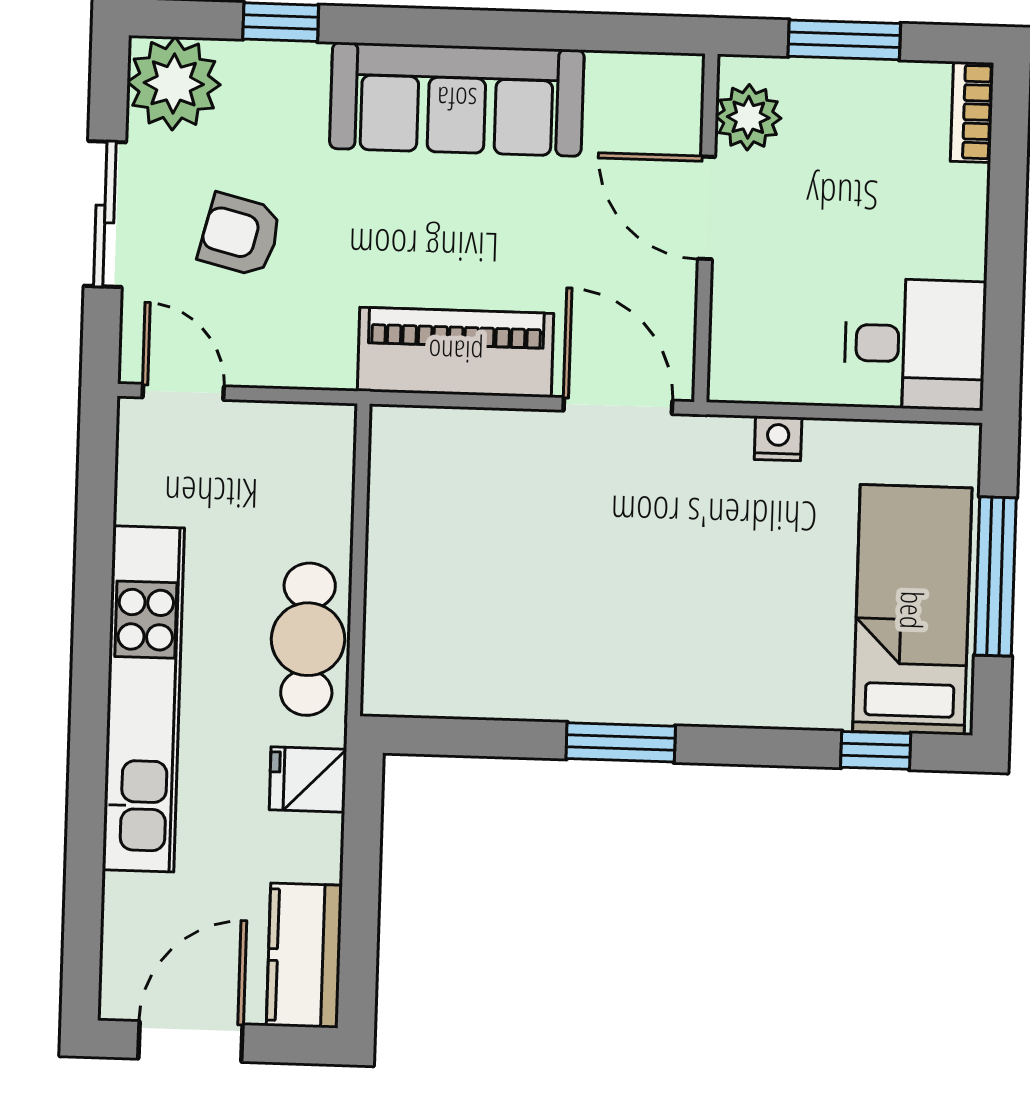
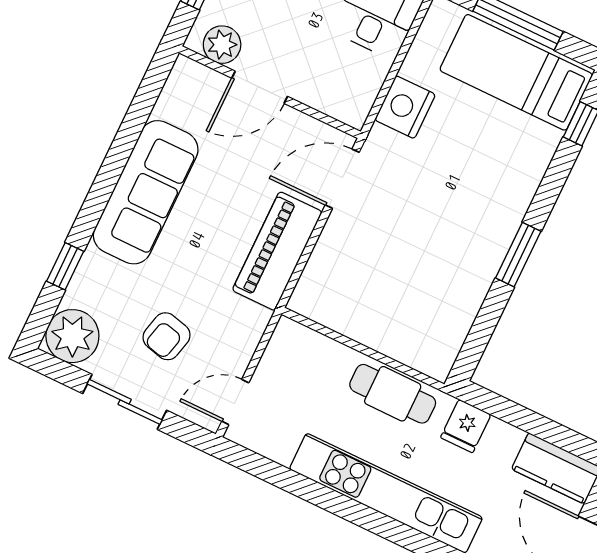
nightstand: (778, 438) -> (405, 107), width x1.89, depth x1.79

